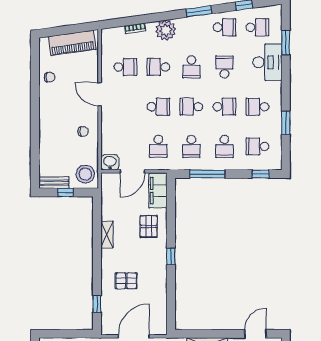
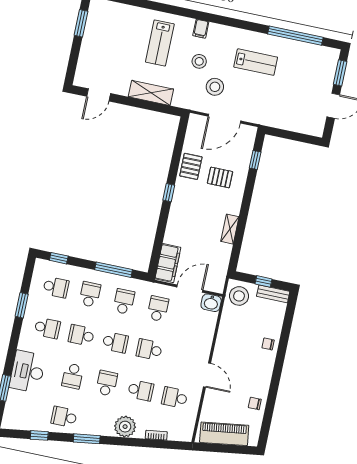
school desk: (257, 27) -> (30, 410), removed
chair: (83, 131) -> (268, 344), moved
pallet: (149, 226) -> (191, 166), moved

